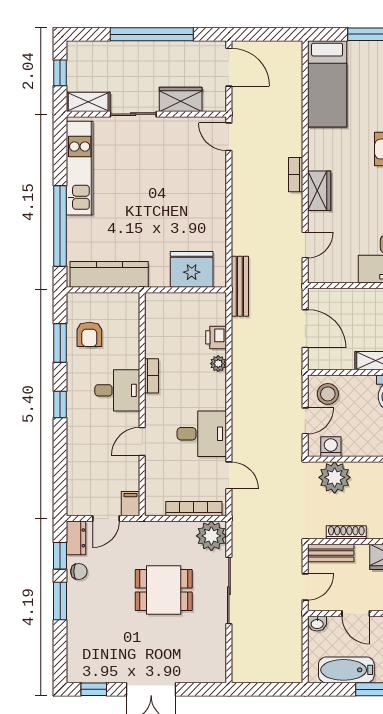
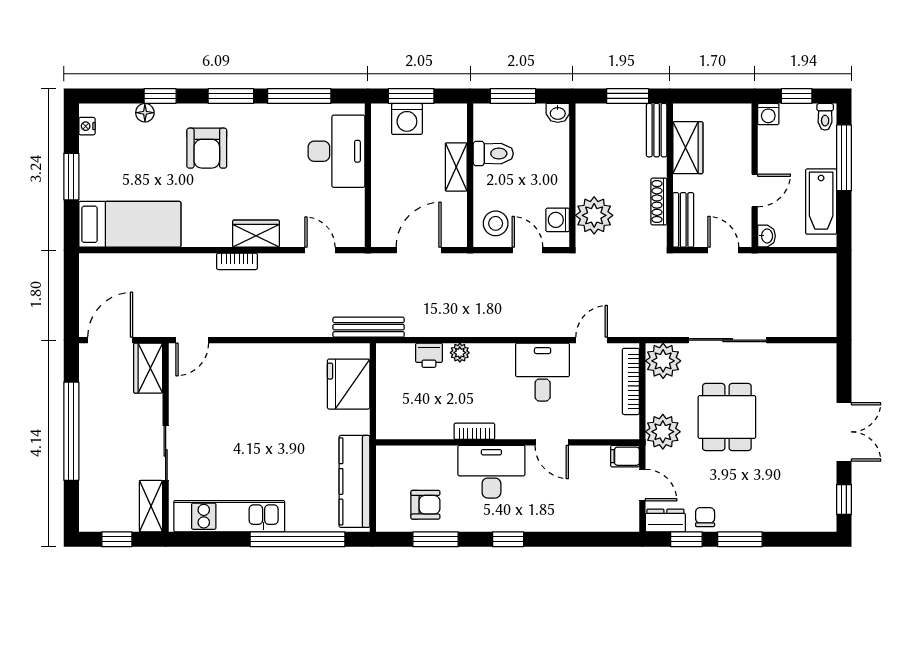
wardrobe: (181, 99) -> (148, 368), moved
desk: (117, 390) -> (491, 472), width x1.37
plant: (151, 536) -> (663, 432), added

